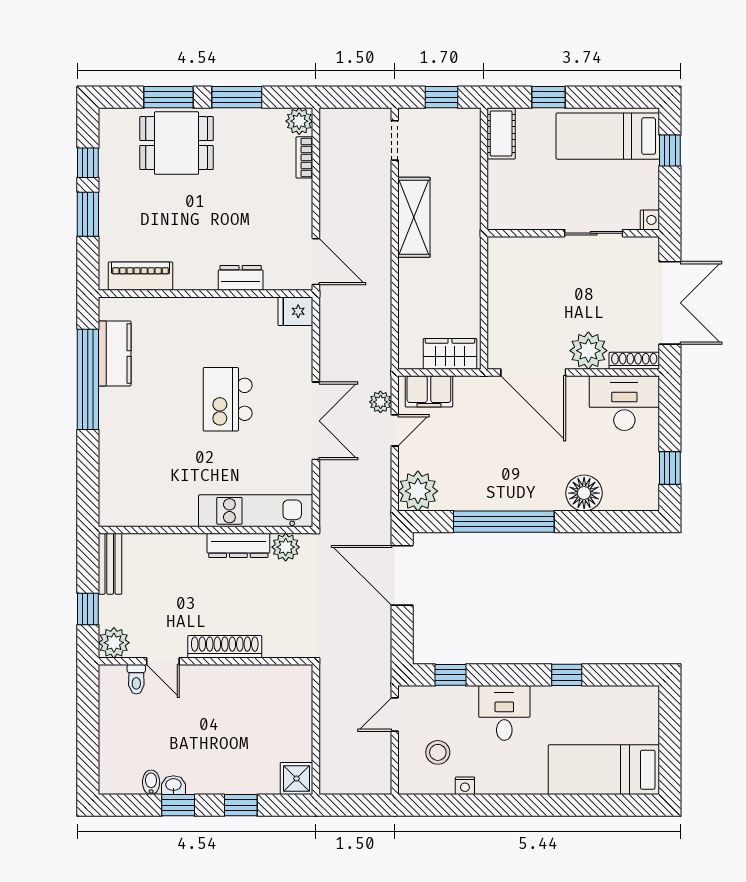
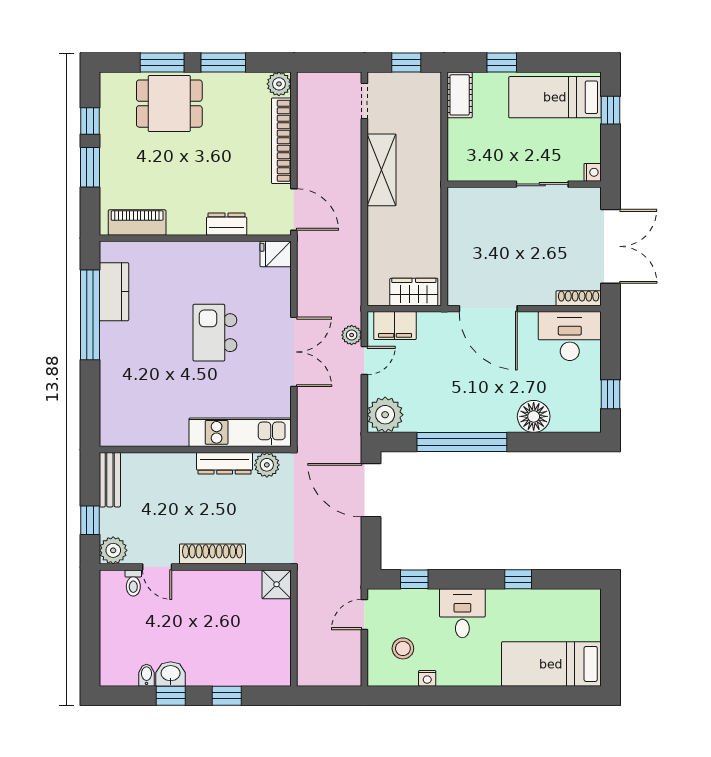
bookcase: (304, 157) -> (281, 141), width x2.31, depth x1.31
plant: (588, 351) -> (538, 289), removed
shower: (297, 779) -> (277, 584), moved
washbasin: (173, 785) -> (171, 674), width x1.38, depth x1.45

